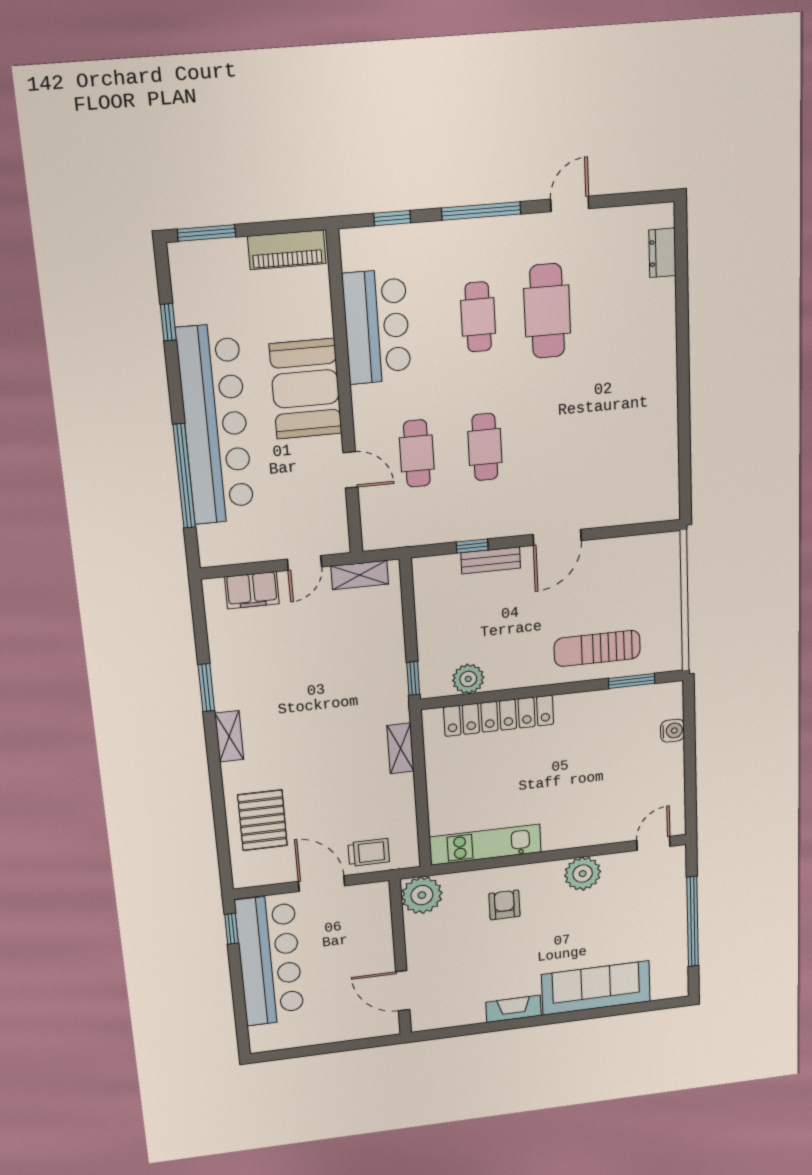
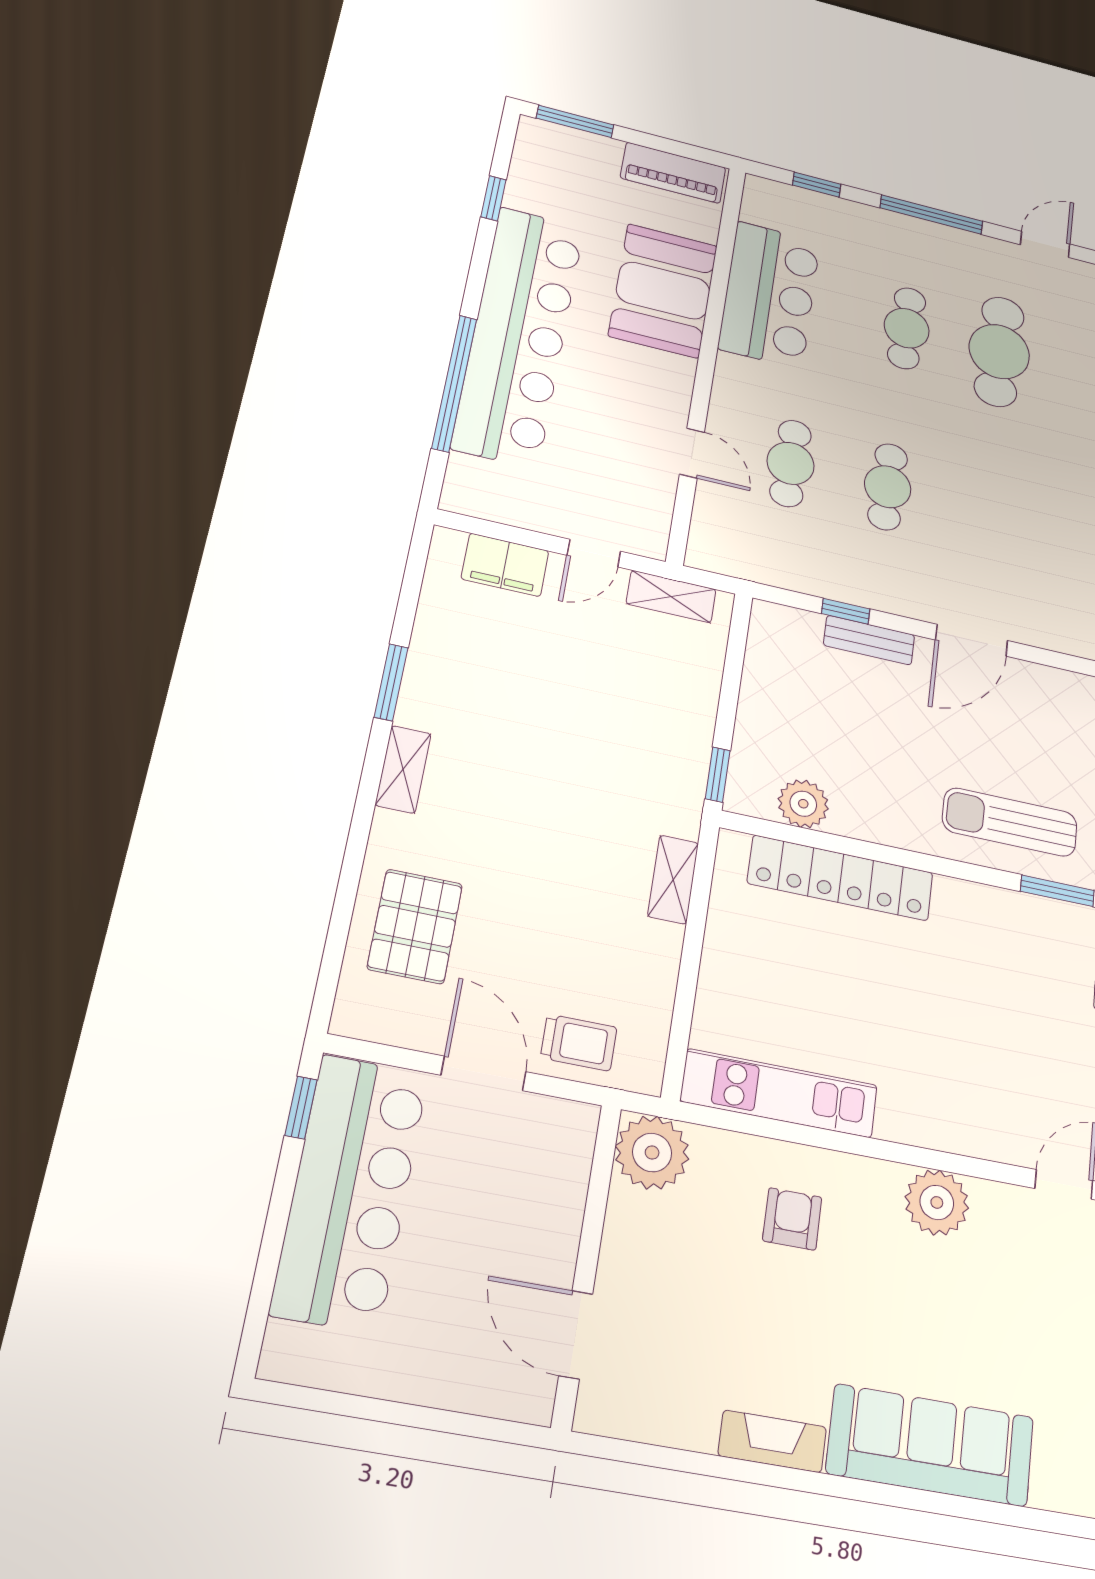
booth: (306, 389) -> (663, 291), moved

